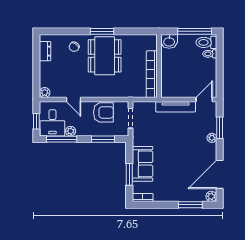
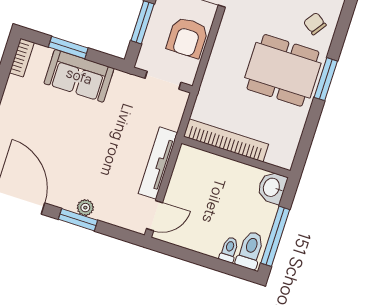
door: (204, 99) -> (155, 216), hinge flipped
window: (220, 128) -> (78, 220), moved

